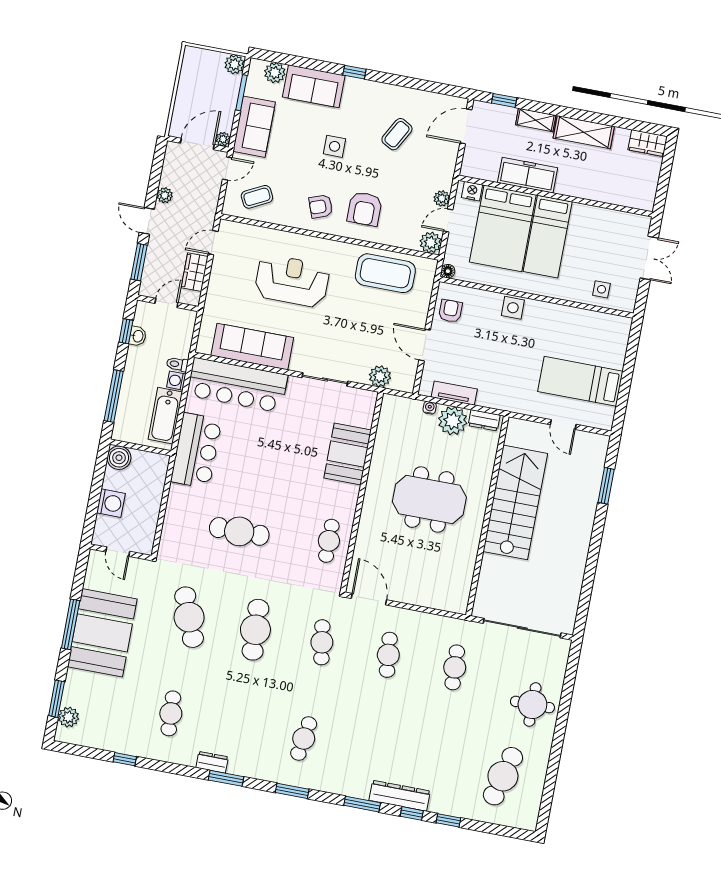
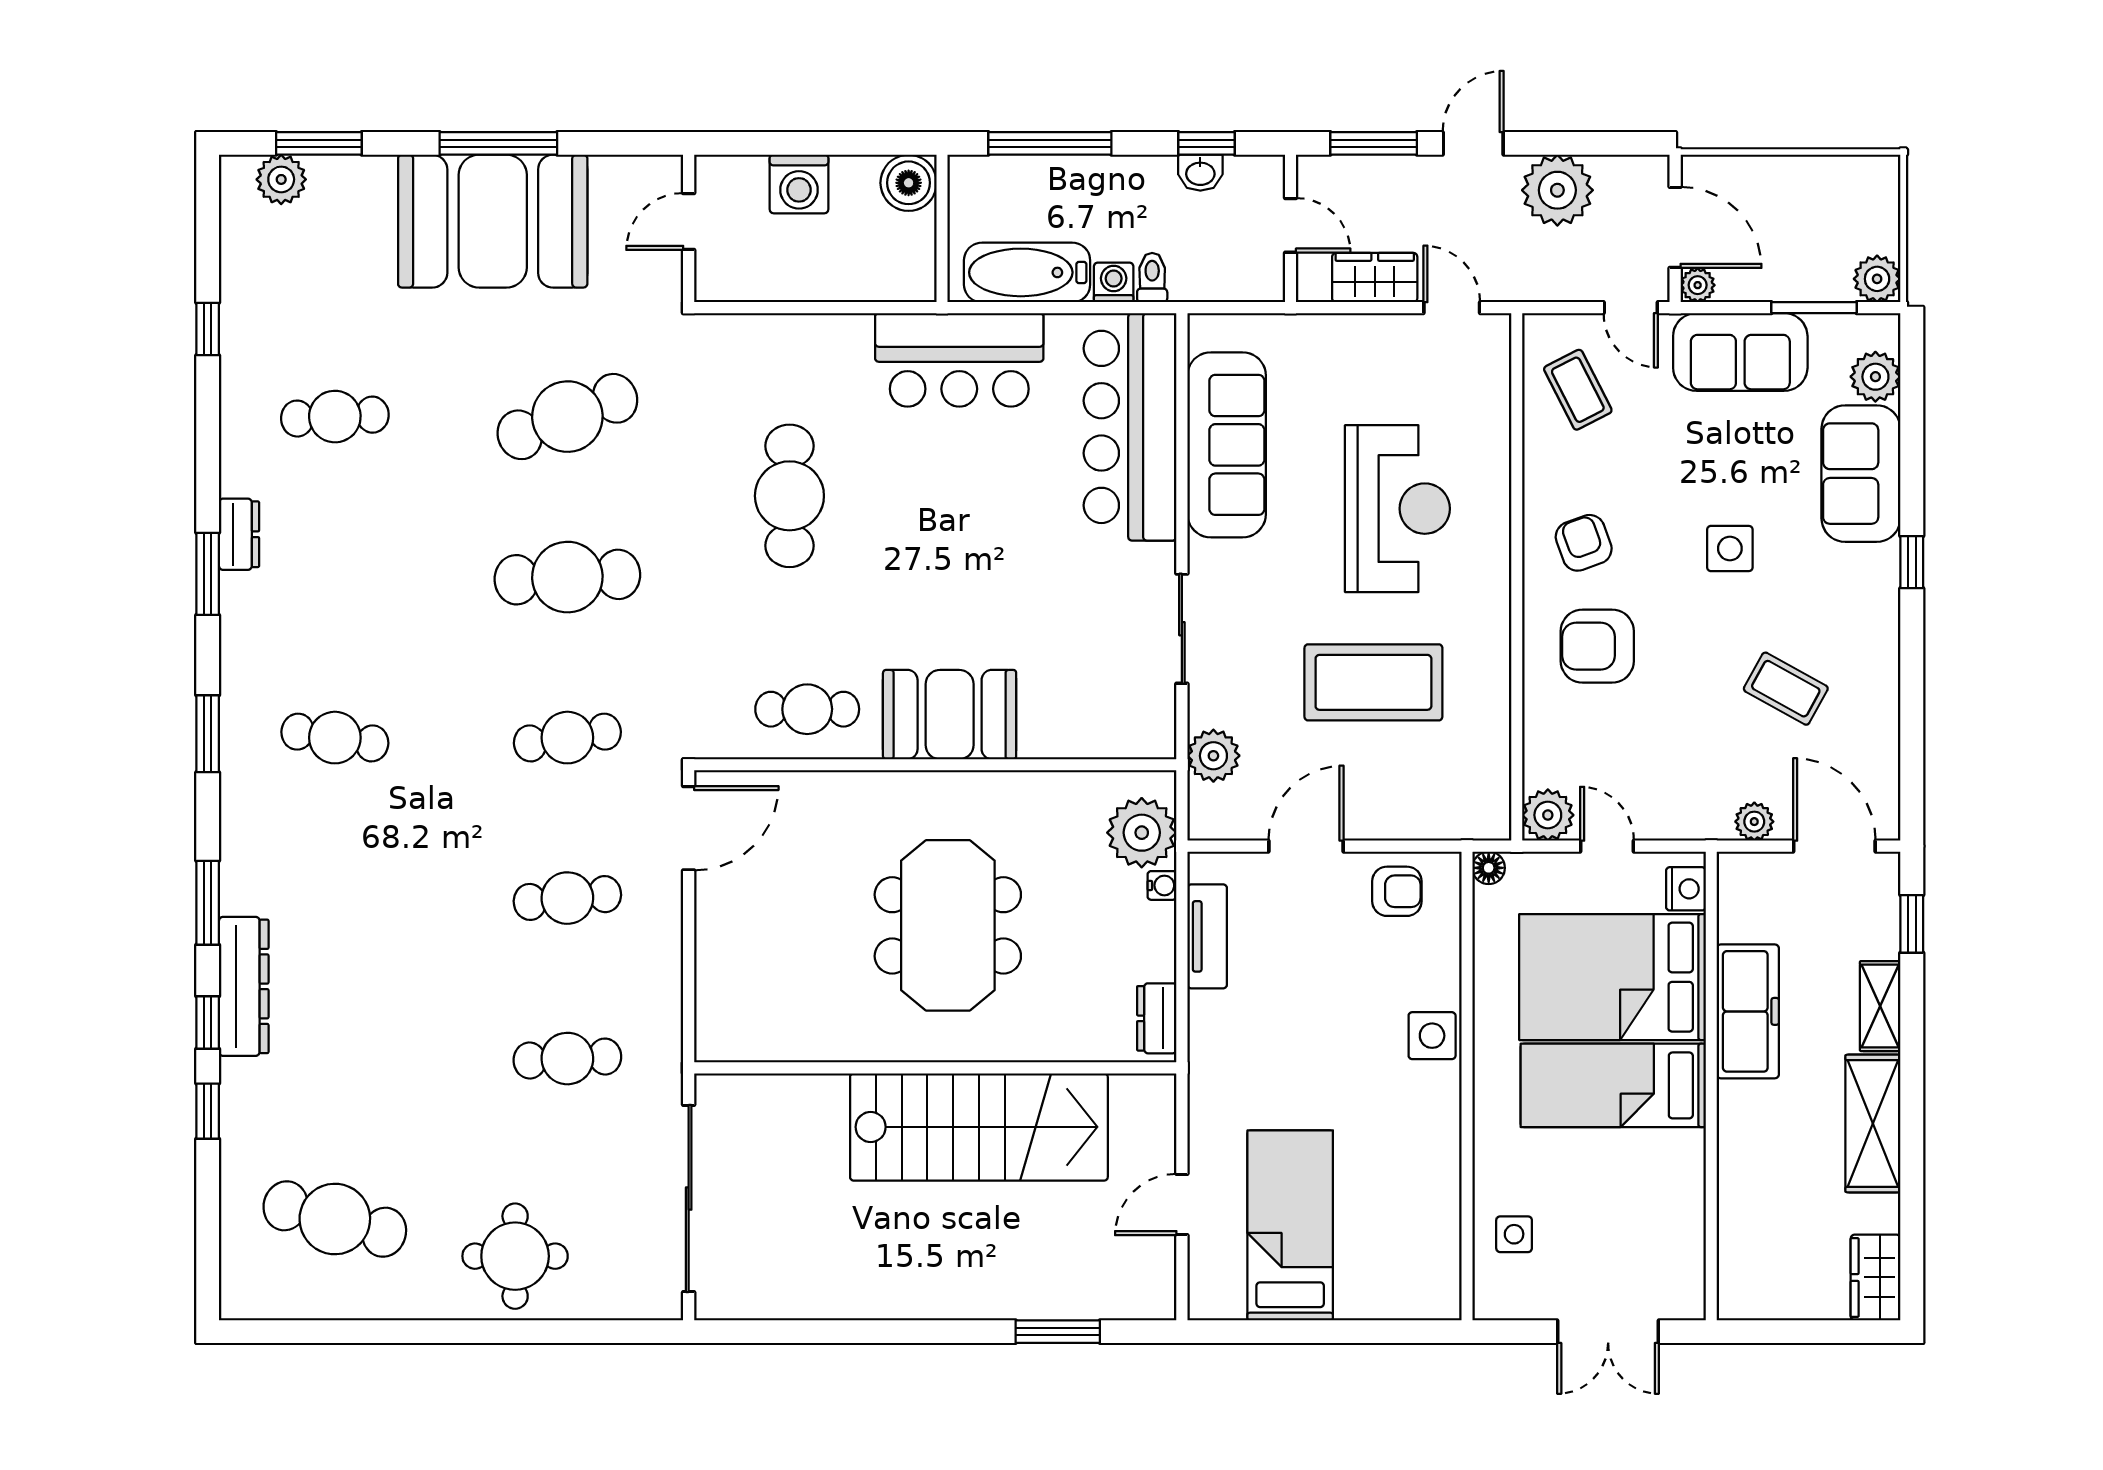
plant: (165, 195) -> (1557, 190), width x1.88, depth x1.88
plant: (442, 198) -> (1754, 822), moved
coffee table: (385, 273) -> (1373, 682), moved, turned 90
plant: (453, 421) -> (1142, 833), moved
booth: (348, 454) -> (950, 715), moved

